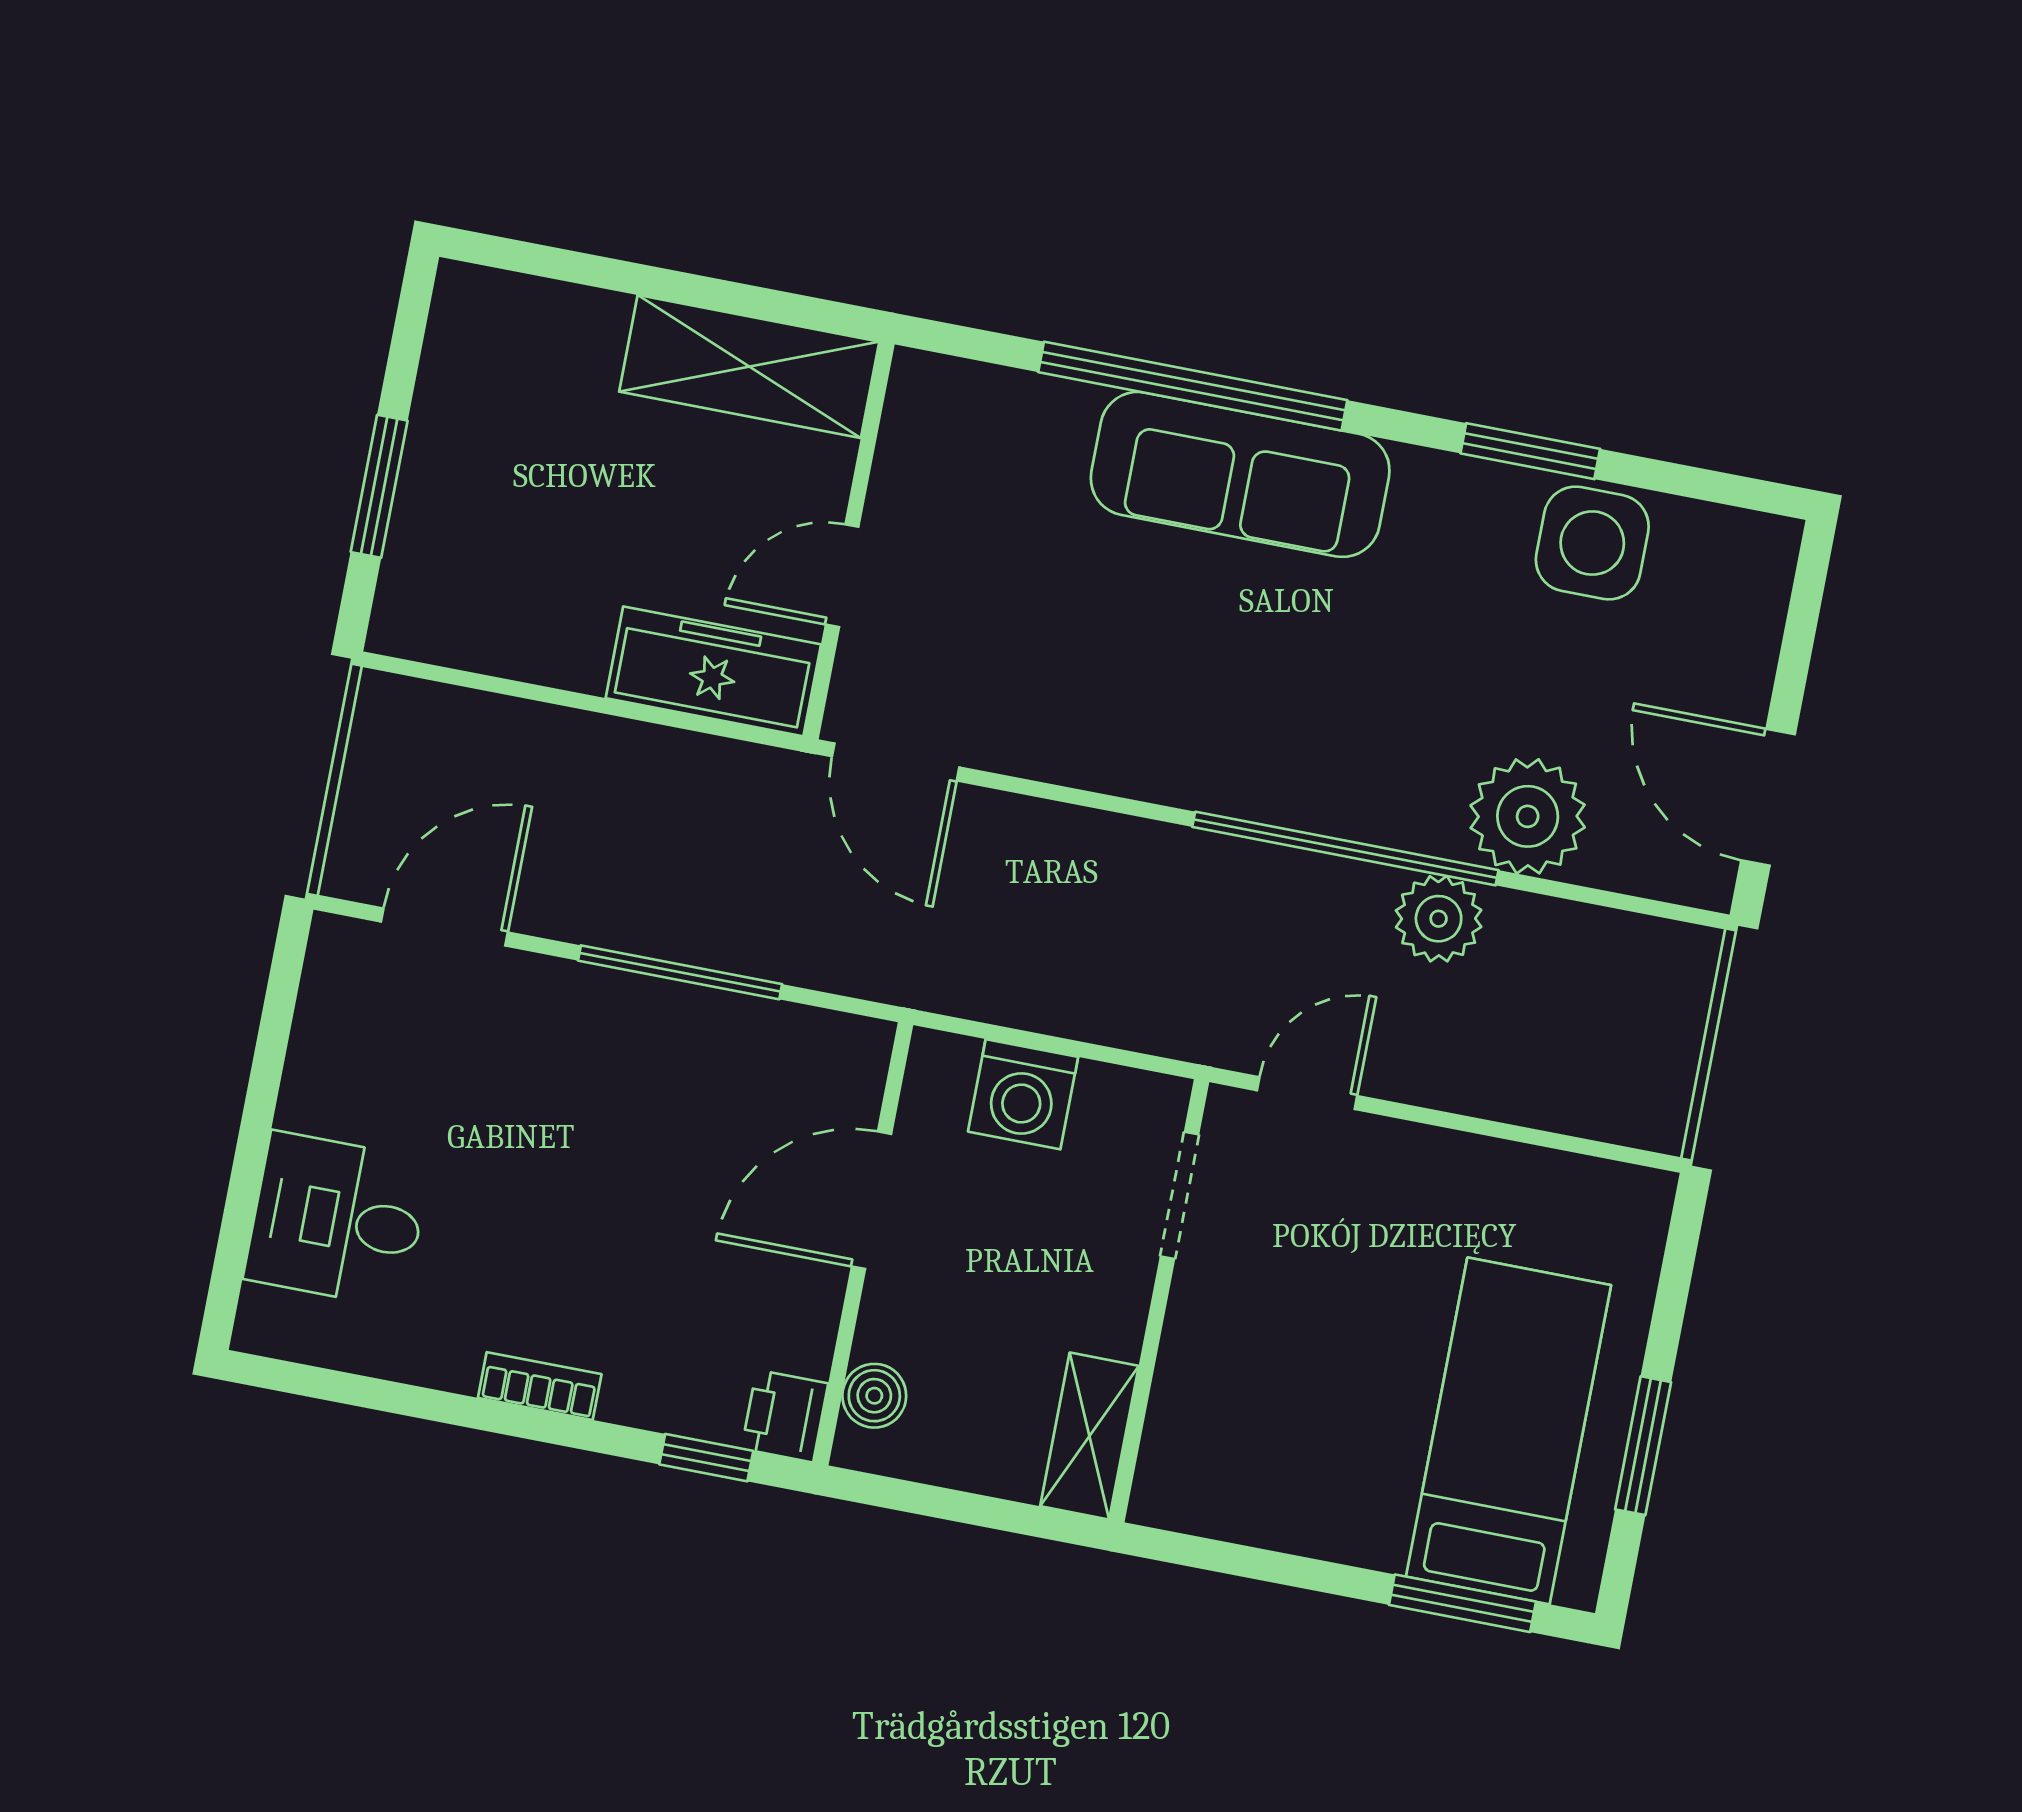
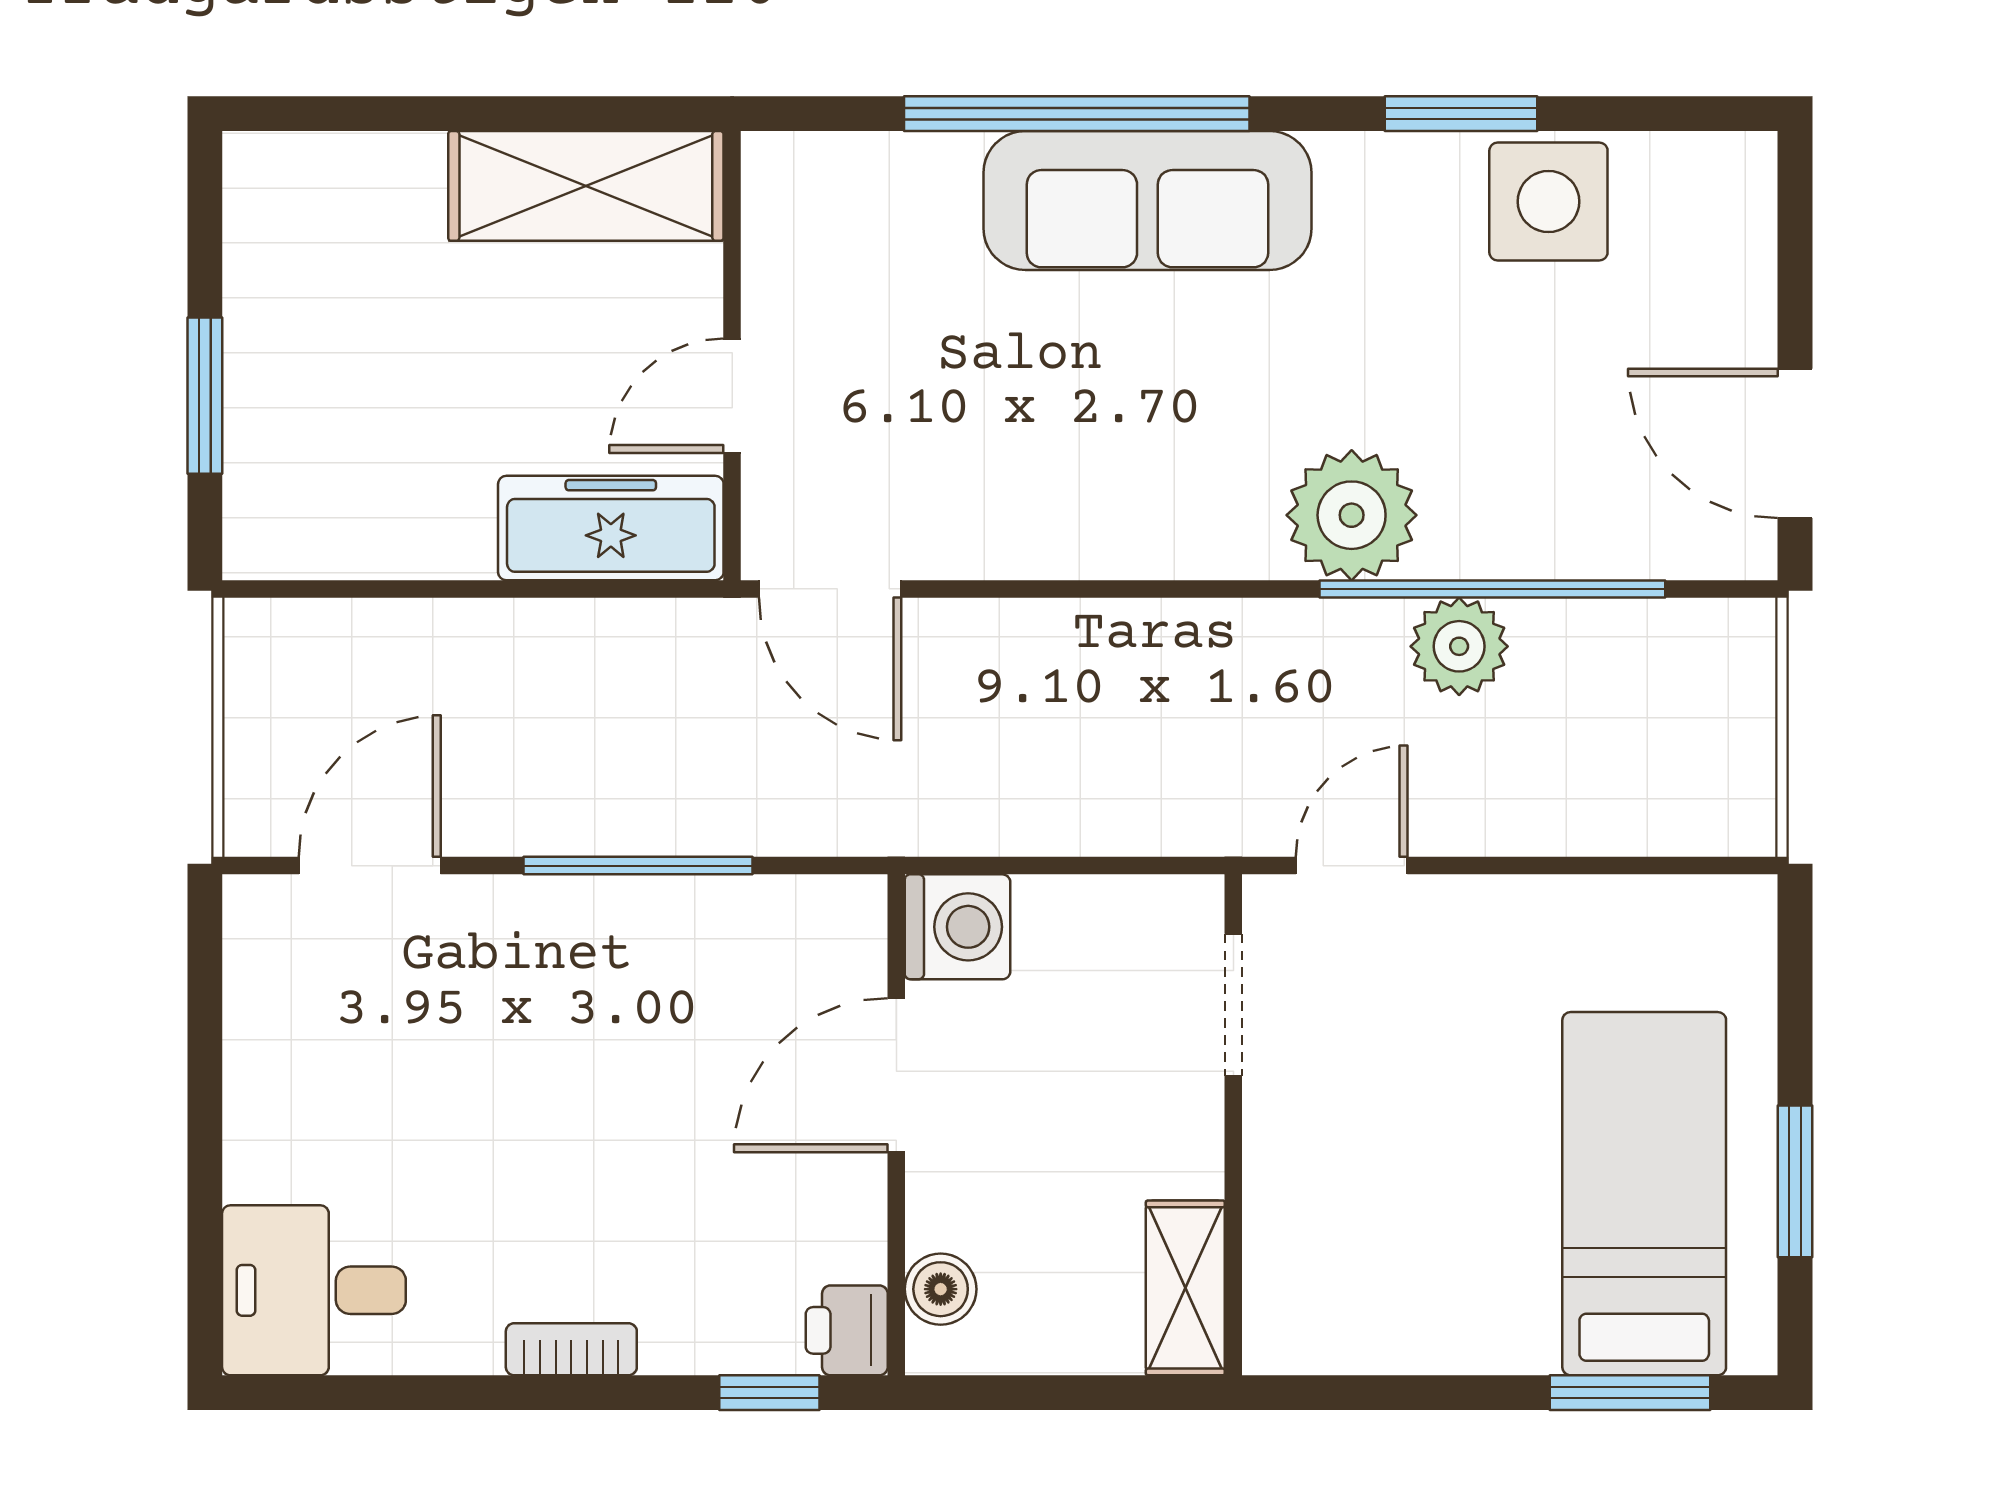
plant: (1528, 816) -> (1352, 515), moved
window: (1345, 849) -> (1492, 589), moved
washing machine: (1023, 1094) -> (958, 927), moved, turned -90
desk: (337, 1220) -> (314, 1290), moved

